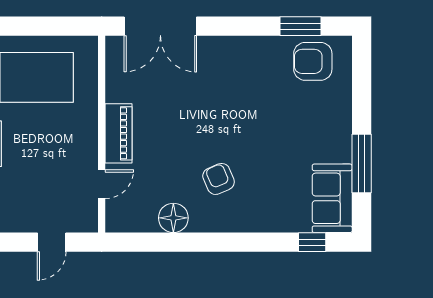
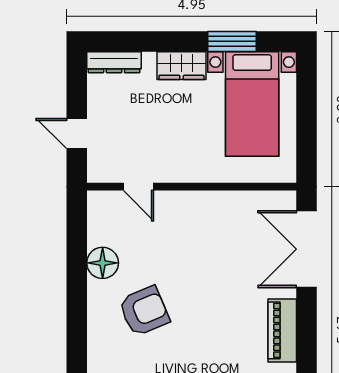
piano: (118, 133) -> (282, 330), moved, turned 90
armchair: (219, 179) -> (144, 311), width x1.38, depth x1.38

